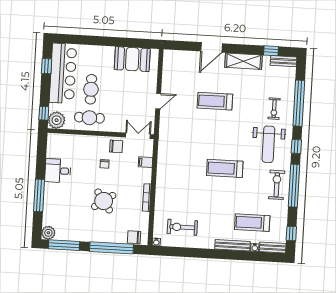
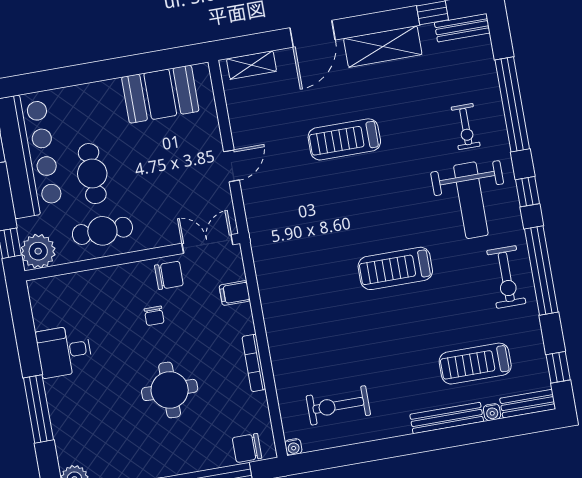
shelving: (179, 55) -> (251, 65), added
exercise bike: (277, 185) -> (506, 277), turned 180
round table: (104, 201) -> (170, 390), turned 35

